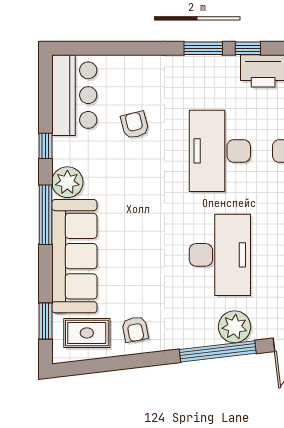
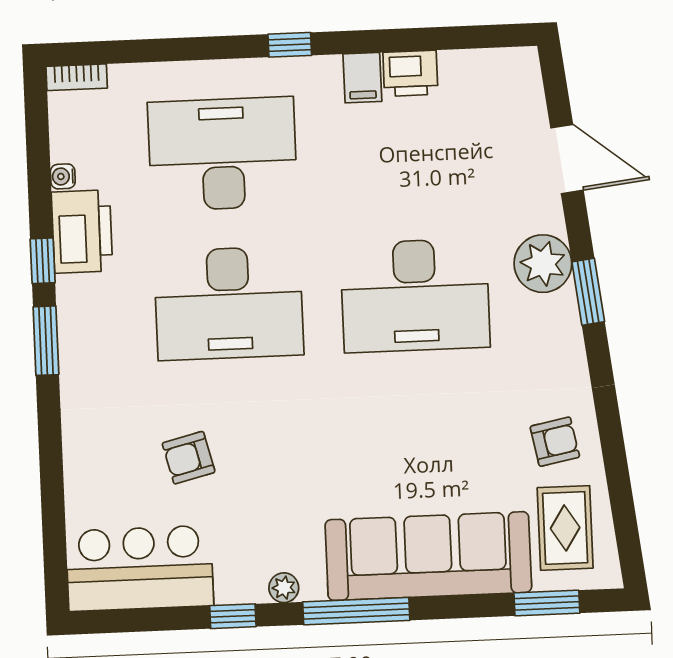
plant: (67, 182) -> (284, 588), width x0.53, depth x0.53
desk: (220, 255) -> (415, 295), turned 180
window: (218, 351) -> (588, 292), width x0.47

